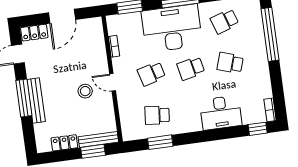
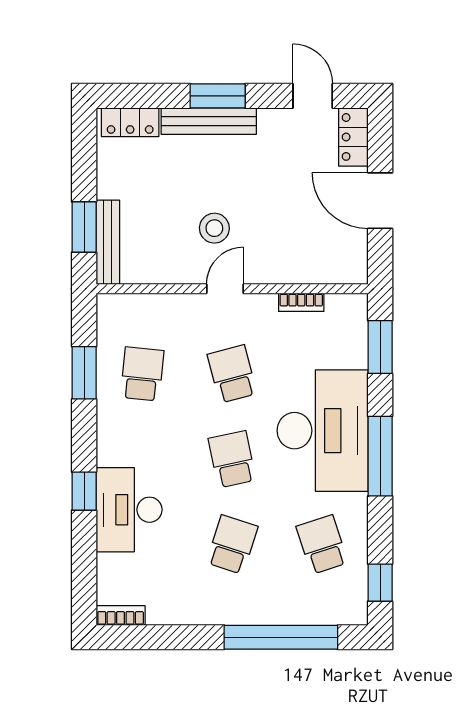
window: (24, 98) -> (218, 96), width x0.69
window: (258, 129) -> (84, 491), moved
locker: (64, 143) -> (130, 122), moved, turned 90

